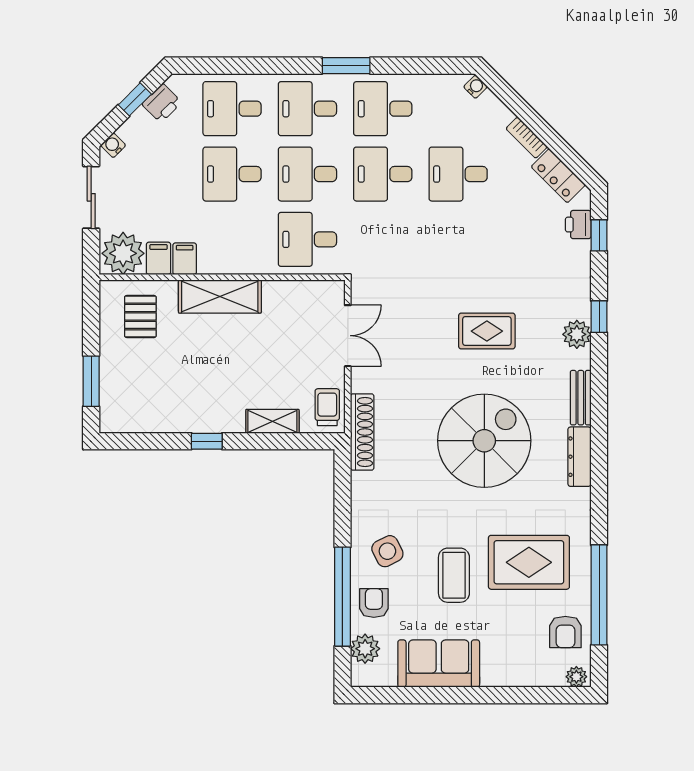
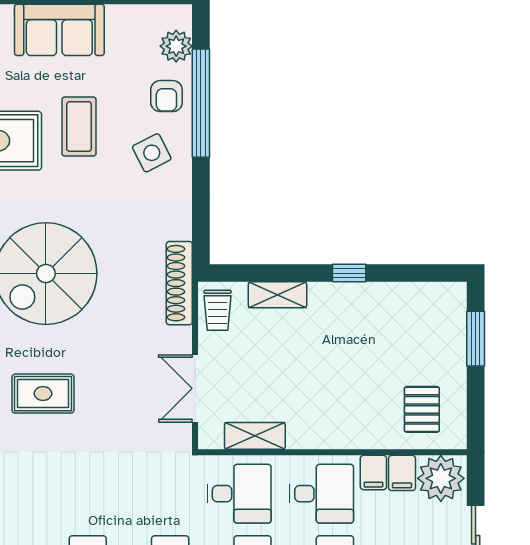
desk: (232, 239) -> (322, 494), added
shelving: (220, 296) -> (255, 436), moved, width x0.67, depth x0.75
sofa: (439, 664) -> (59, 30), moved

